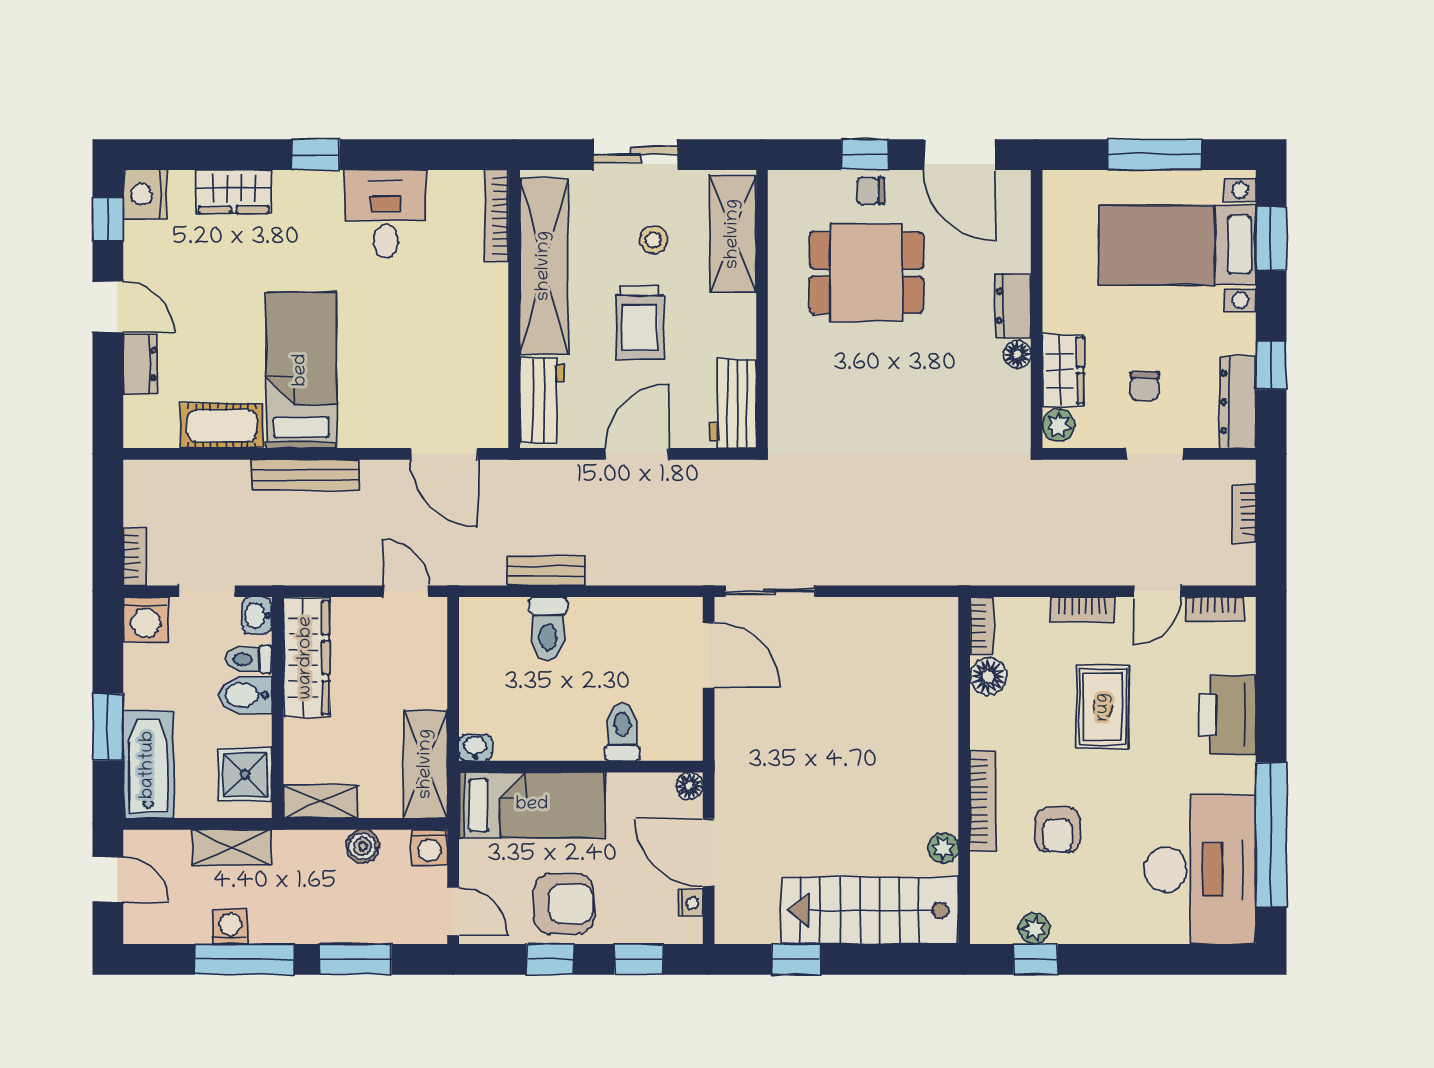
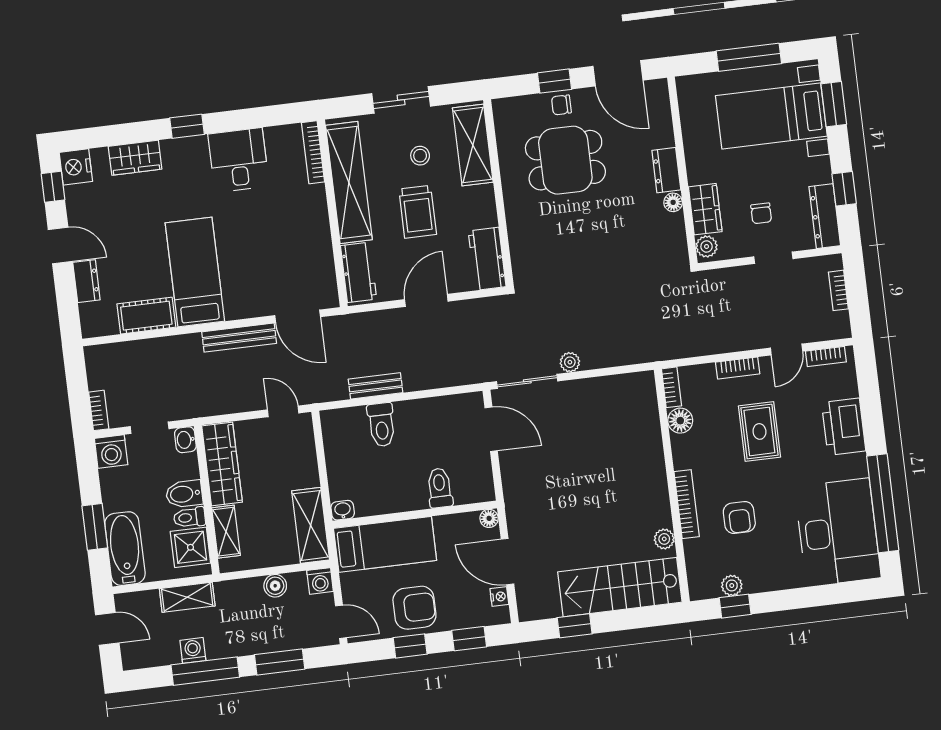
bench: (305, 475) -> (239, 338), moved
plant: (836, 571) -> (570, 362), added
toilet: (249, 659) -> (189, 517), moved
shelving: (321, 801) -> (226, 532), moved, turned 90

